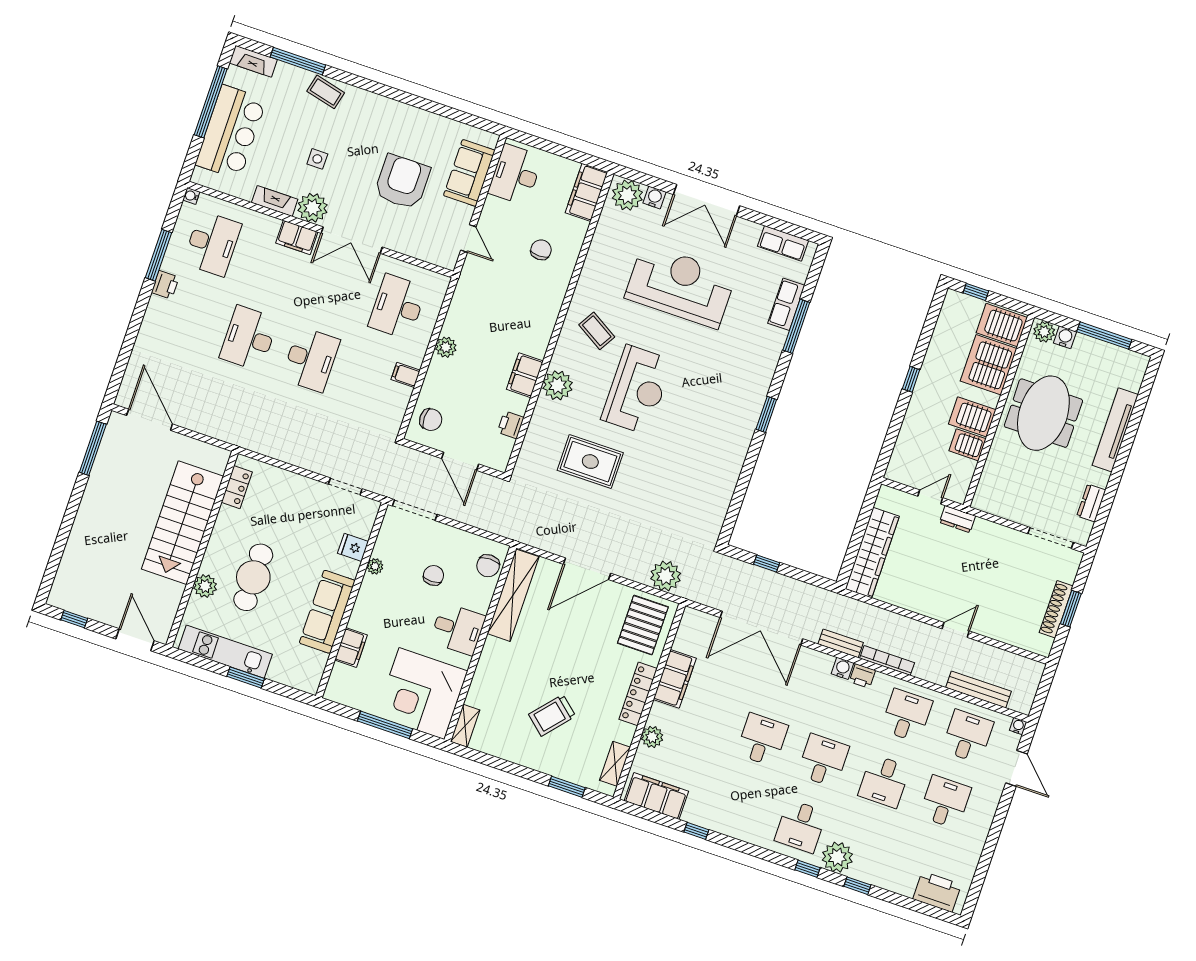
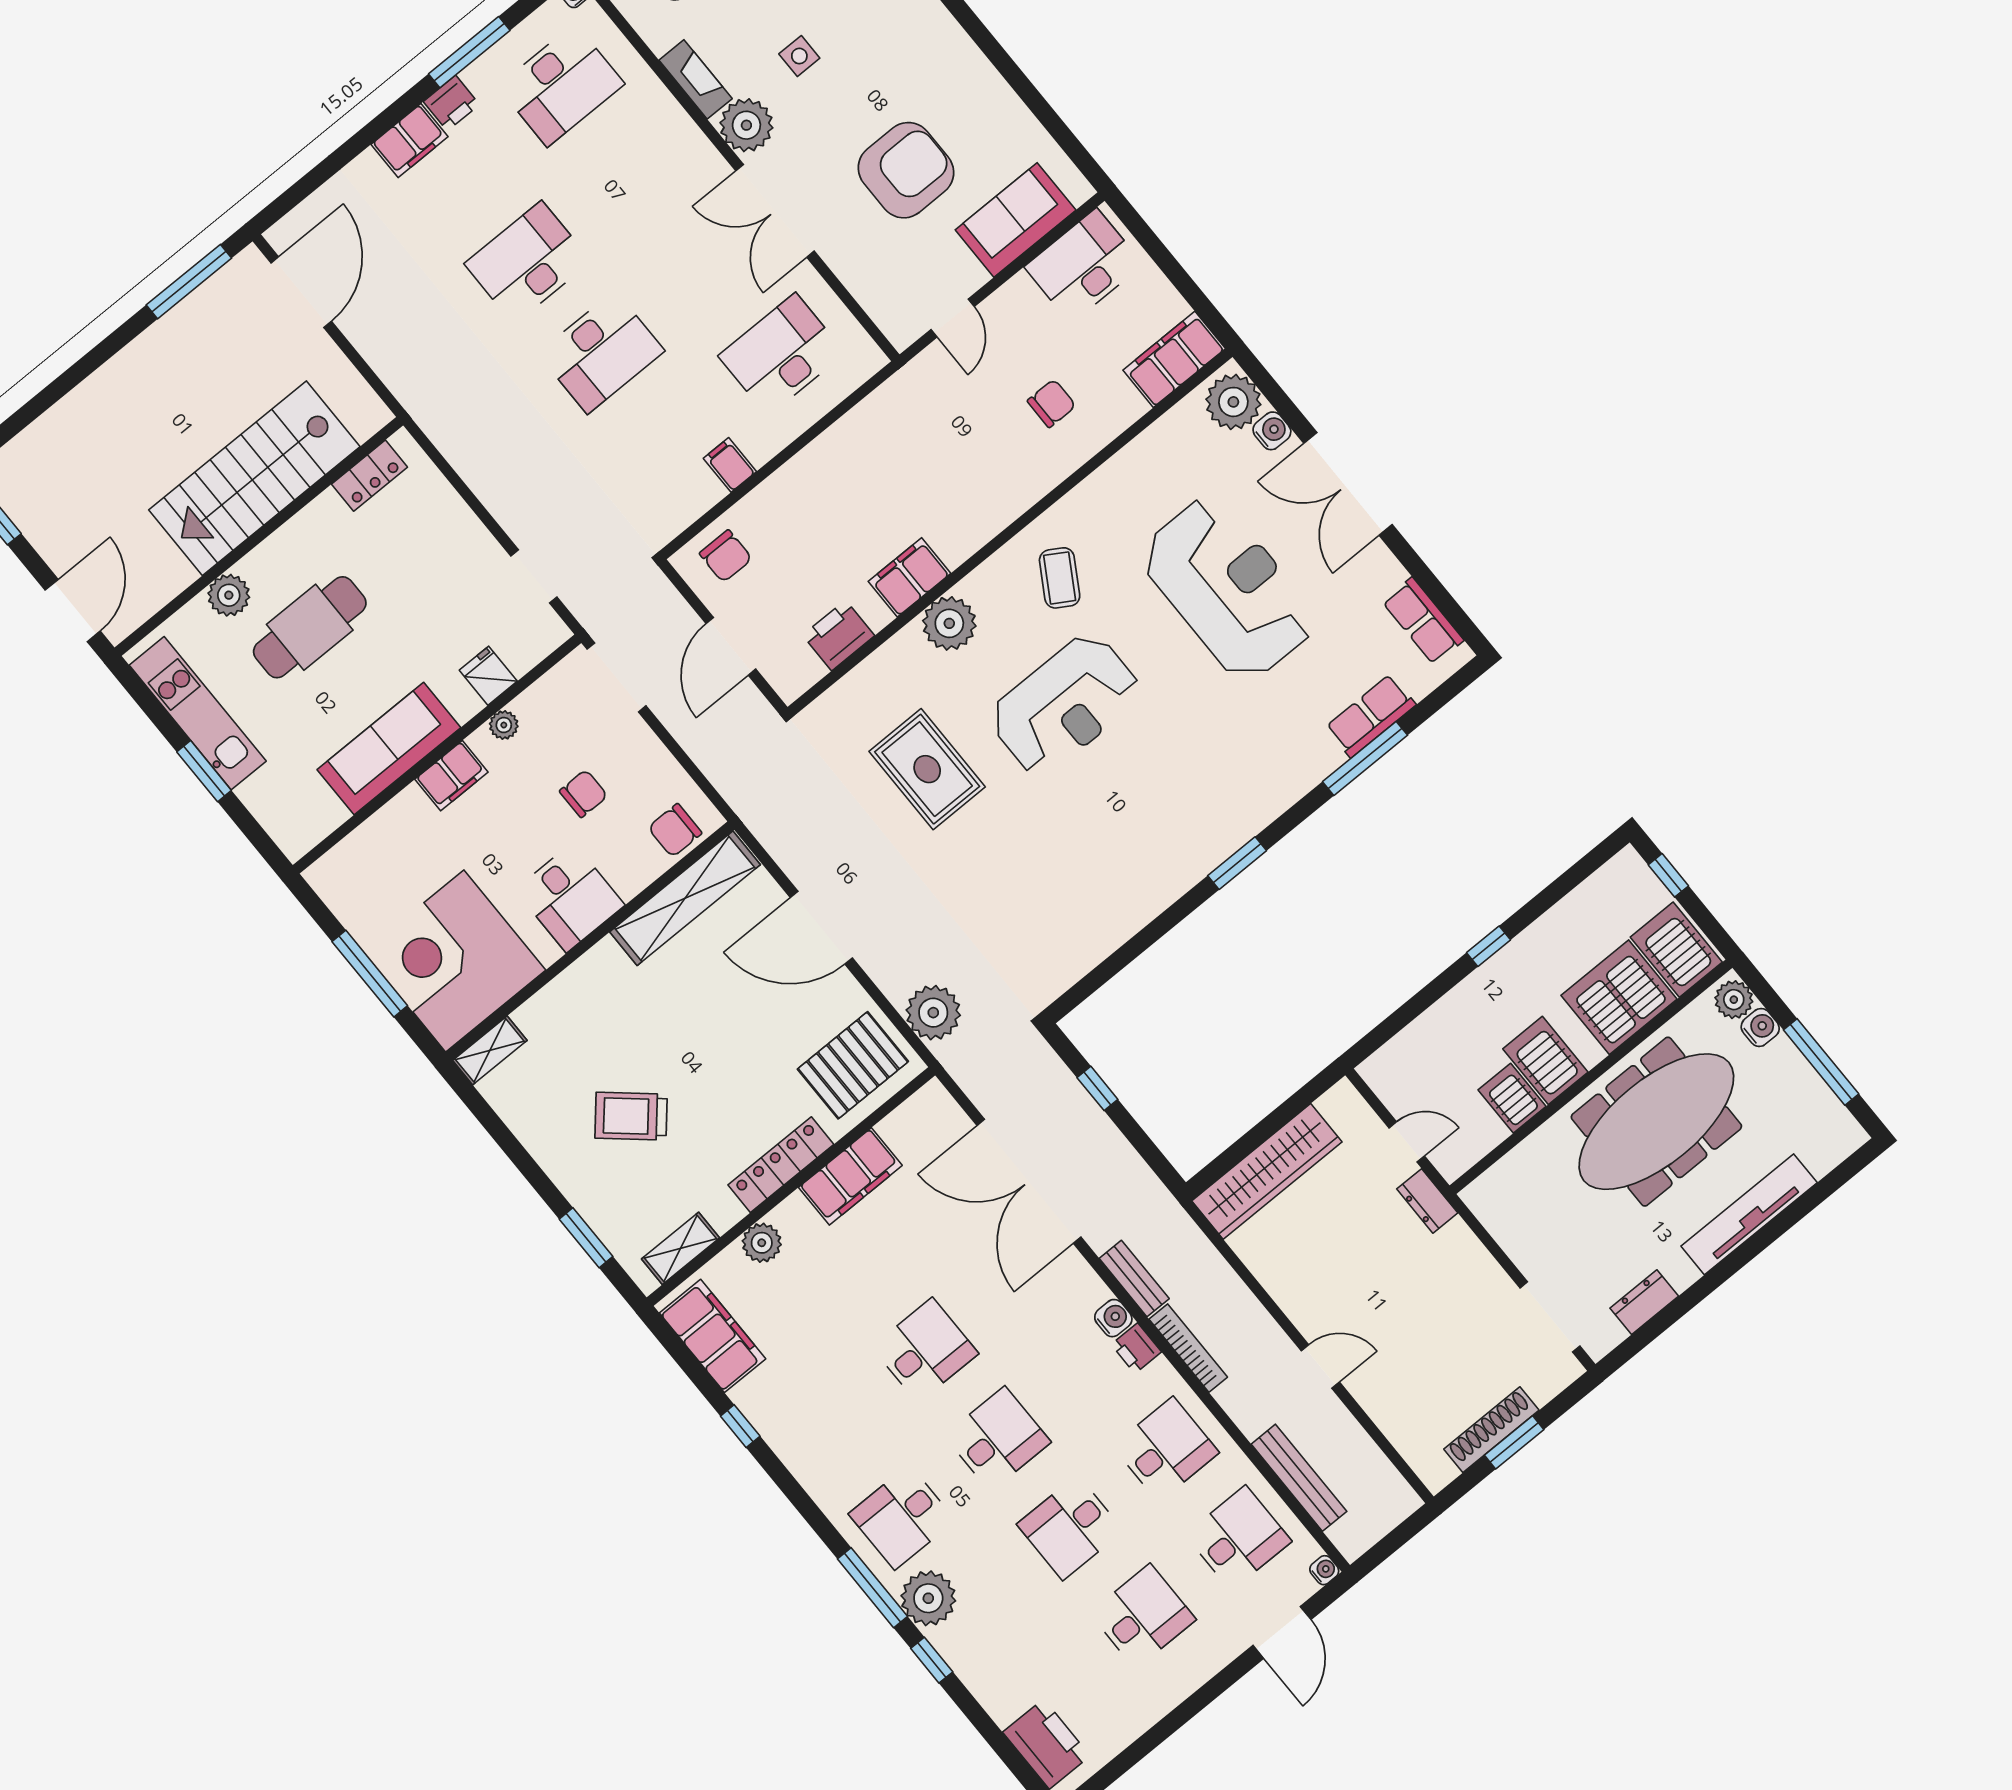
filing cabinet: (297, 237) -> (410, 141), moved, turned -90
plant: (446, 347) -> (817, 461), removed
meeting table: (1043, 413) -> (1656, 1122), width x1.36
printer: (511, 425) -> (839, 635), width x1.36, depth x1.24
filing cabinet: (351, 647) -> (451, 776), moved
window: (808, 869) -> (872, 1588), width x2.17

